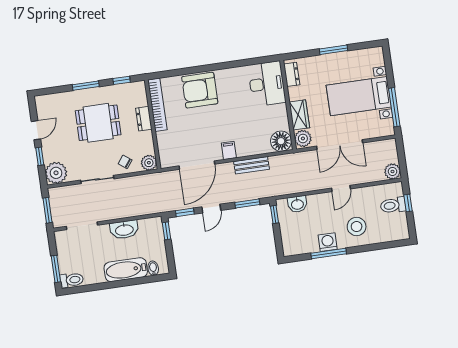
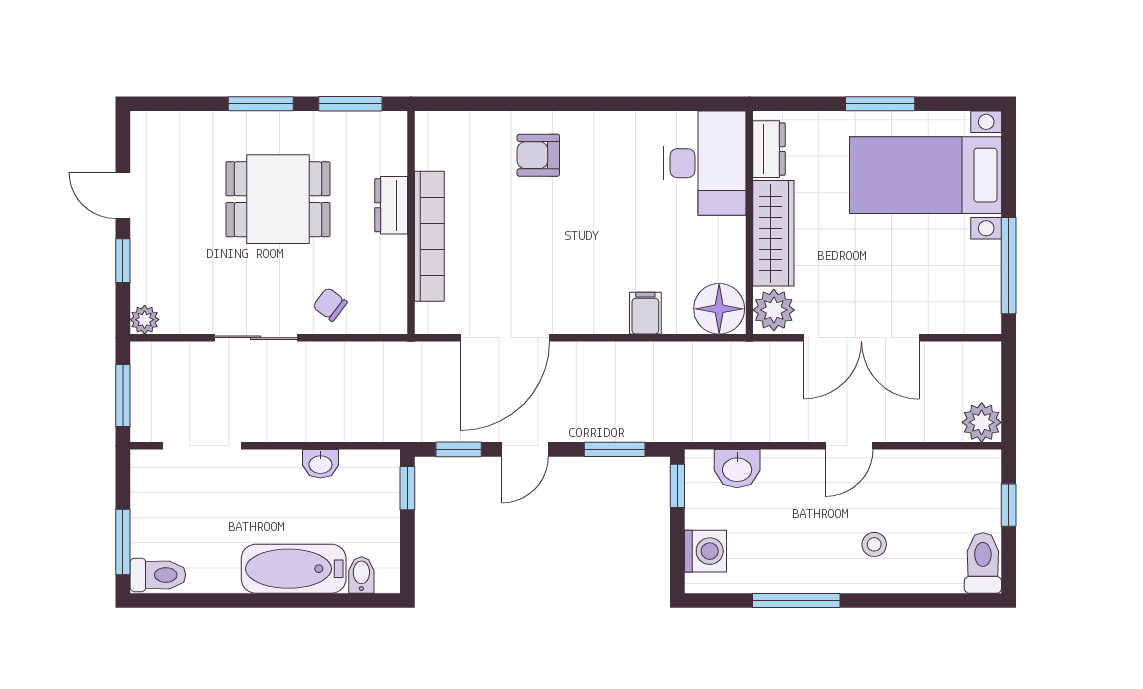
window: (122, 80) -> (350, 104), width x1.50
armchair: (200, 90) -> (538, 155), width x0.53, depth x0.53
bed with nightstands: (359, 96) -> (925, 175), moved
bookcase: (157, 105) -> (429, 236), moved
wardrobe: (299, 115) -> (773, 233), width x1.50
door: (36, 130) -> (123, 195), swing flipped
filing cabinet: (229, 150) -> (645, 313), moved
plant: (149, 163) -> (388, 315), removed
bench: (251, 165) -> (638, 357), removed
plant: (56, 173) -> (145, 320), width x0.53, depth x0.53
toilet: (393, 205) -> (983, 563), moved, turned 90
stool: (357, 227) -> (874, 544), width x0.53, depth x0.53
washbasin: (124, 230) -> (320, 464), width x0.52, depth x0.69
washing machine: (328, 242) -> (705, 551), moved, turned 90

